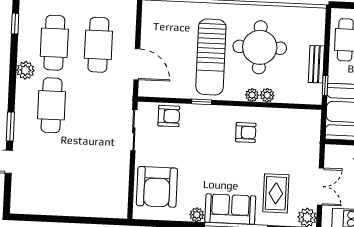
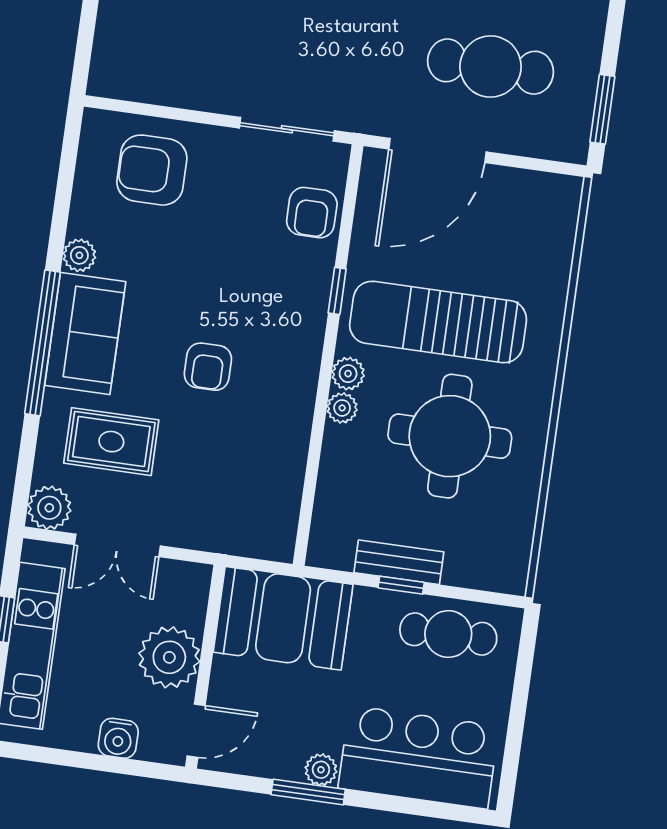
door: (137, 64) -> (437, 150), width x1.36
window: (325, 85) -> (401, 585), moved
plant: (267, 95) -> (348, 374), moved
armchair: (246, 132) -> (208, 367), moved
armchair: (157, 187) -> (152, 170), width x0.73, depth x0.73

